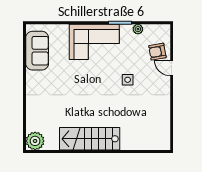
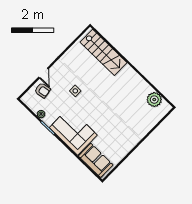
sofa: (37, 51) -> (96, 160), moved, turned 90
stairs: (90, 139) -> (103, 52), moved
plant: (35, 141) -> (154, 100), moved

